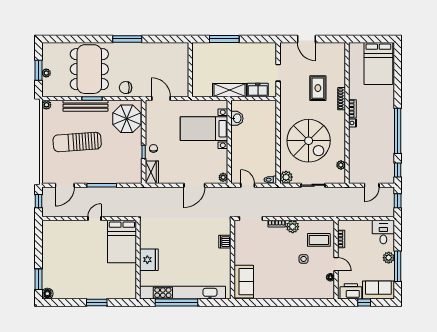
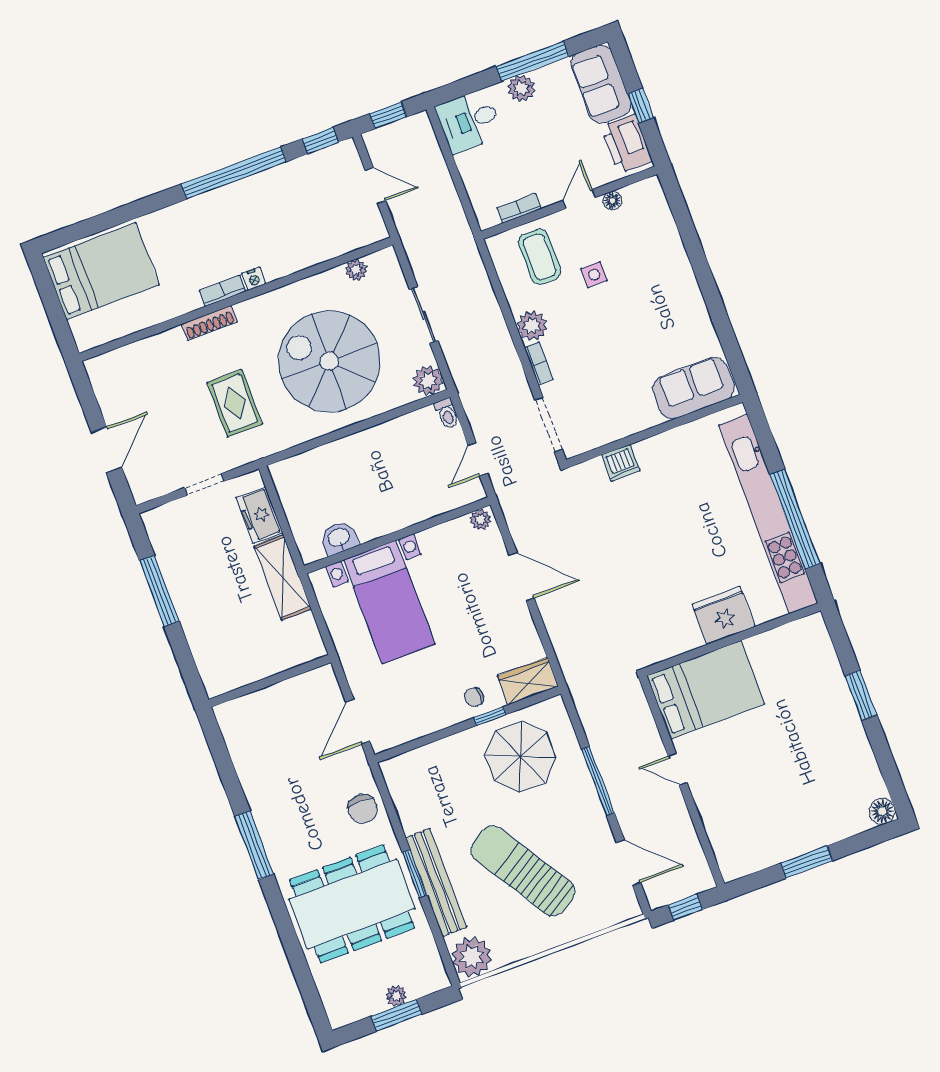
window: (224, 39) -> (159, 591), moved
rug: (318, 88) -> (235, 403), moved, turned 90
plant: (46, 105) -> (472, 957), width x1.88, depth x1.88
parasol: (127, 119) -> (520, 757), moved
spiral stairs: (309, 141) -> (329, 361), turned -90
sun lounger: (77, 142) -> (523, 871), turned 152
window: (39, 279) -> (807, 862), moved

